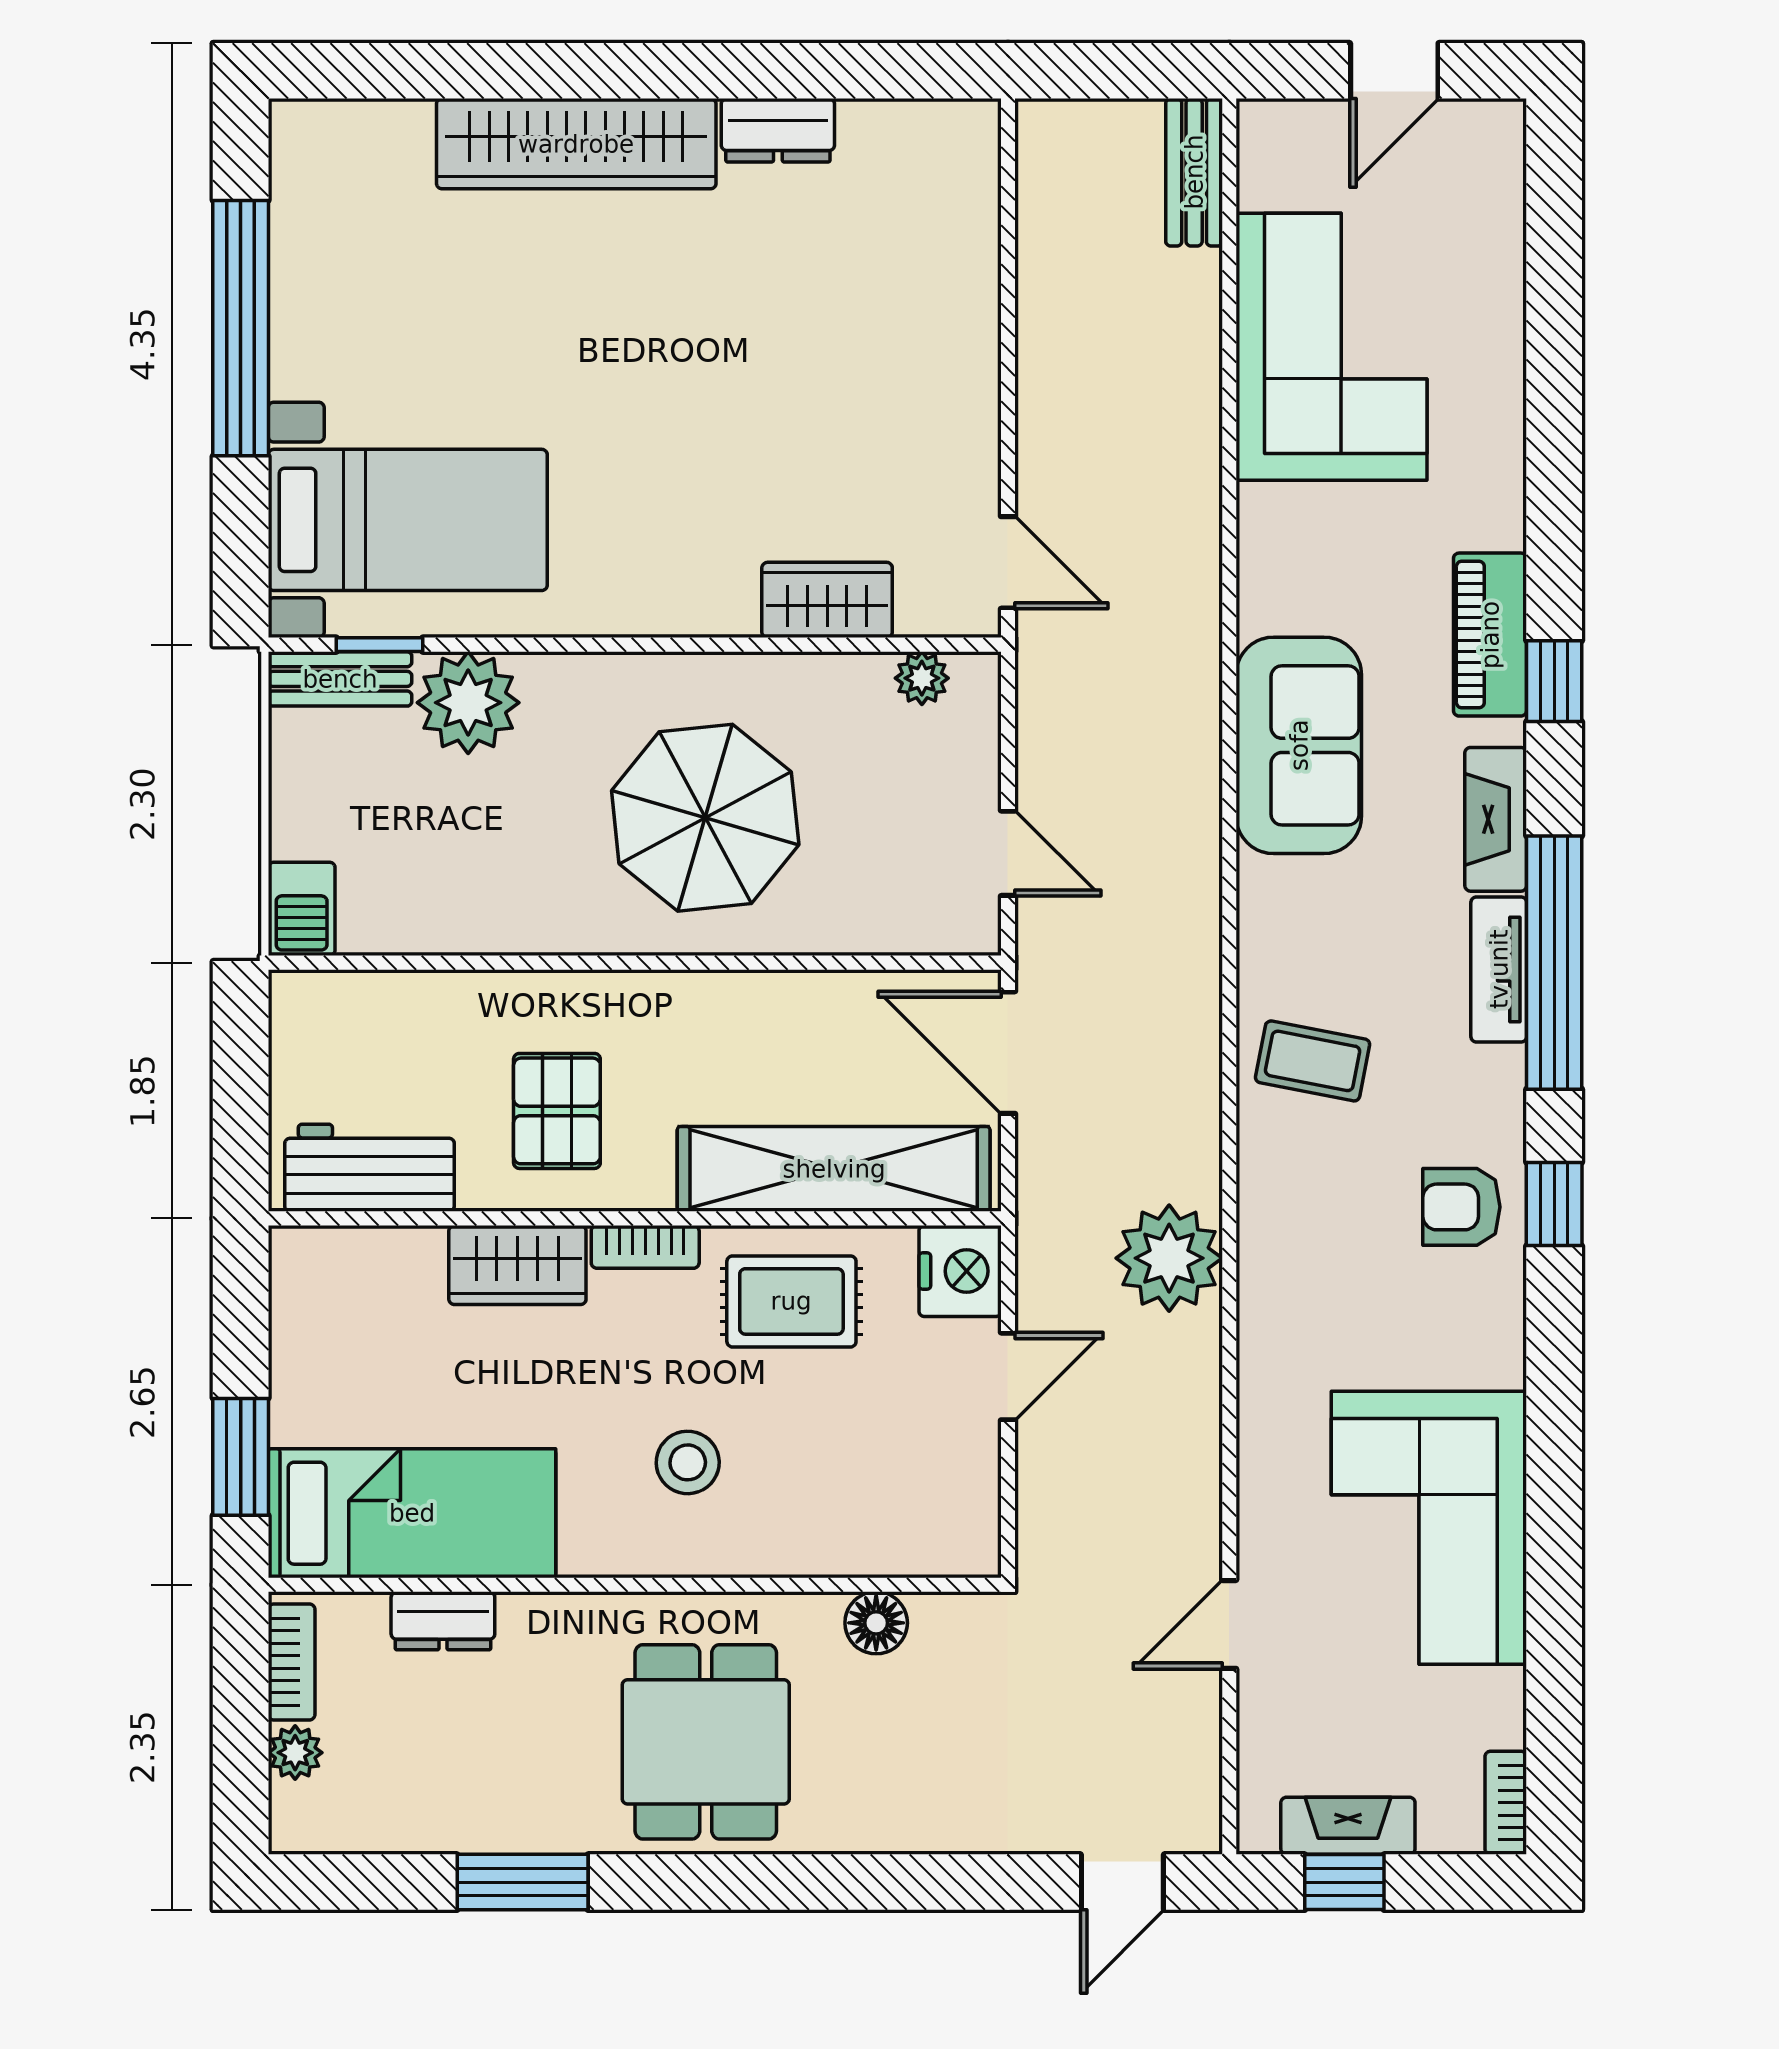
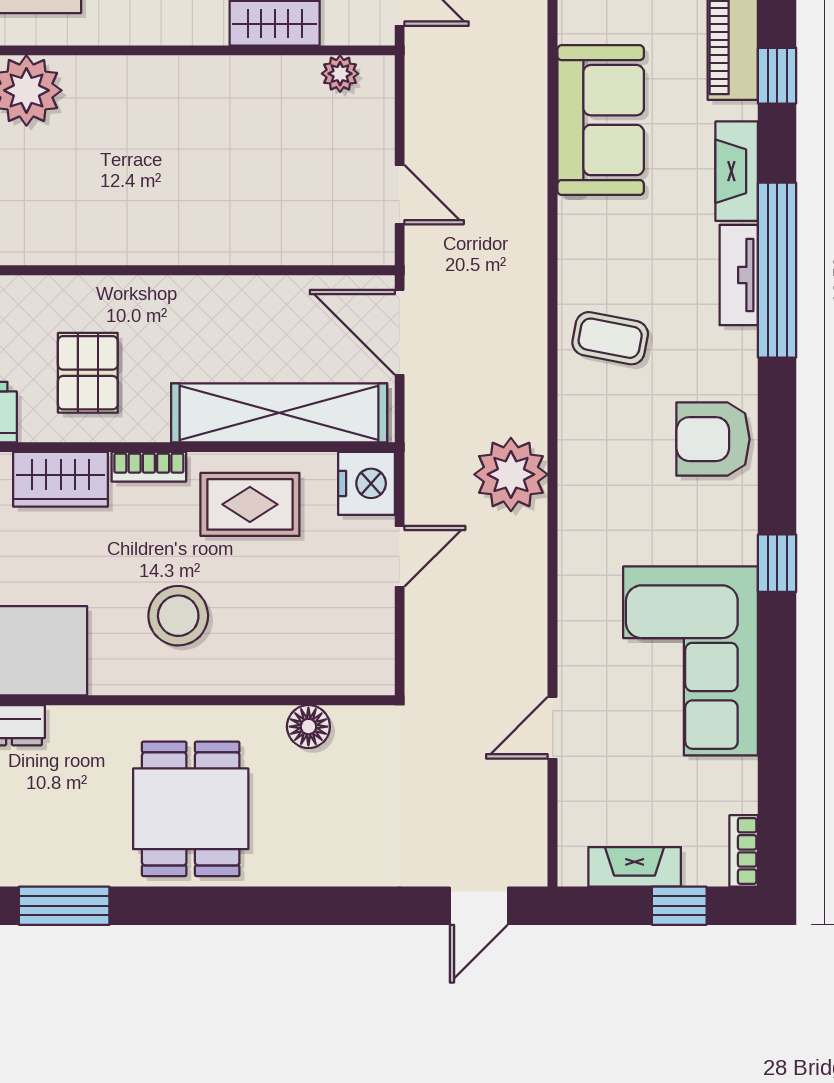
parasol: (705, 818) -> (190, 170), removed
window: (1554, 1204) -> (777, 563), moved
armchair: (1461, 1207) -> (713, 439), width x1.38, depth x1.38
stool: (688, 1462) -> (178, 616), width x1.38, depth x1.38
window: (1344, 1882) -> (679, 906), moved

